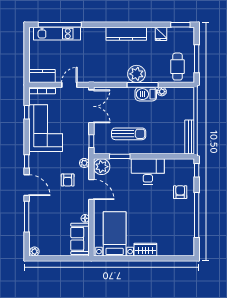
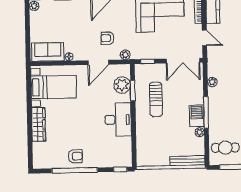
plant: (137, 74) -> (212, 82), moved, width x0.53, depth x0.53
bench: (190, 137) -> (187, 161), moved
plant: (102, 167) -> (122, 85), moved
armchair: (180, 192) -> (75, 156), moved
wardrobe: (145, 250) -> (38, 124), width x1.50

